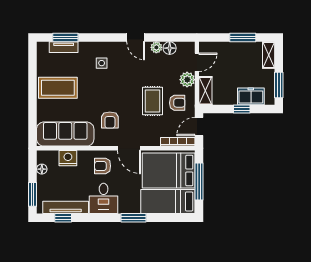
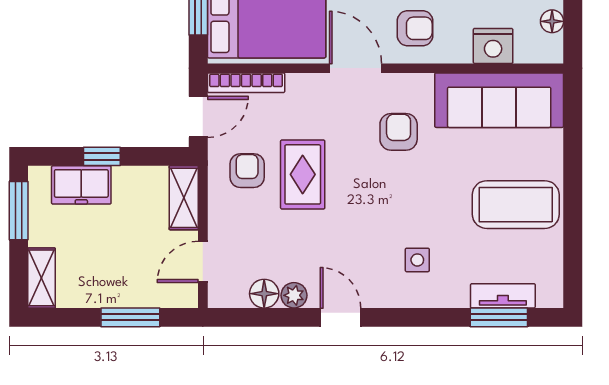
window: (243, 38) -> (130, 317), moved
plant: (187, 80) -> (225, 223), removed
armchair: (177, 103) -> (247, 171), turned 90

